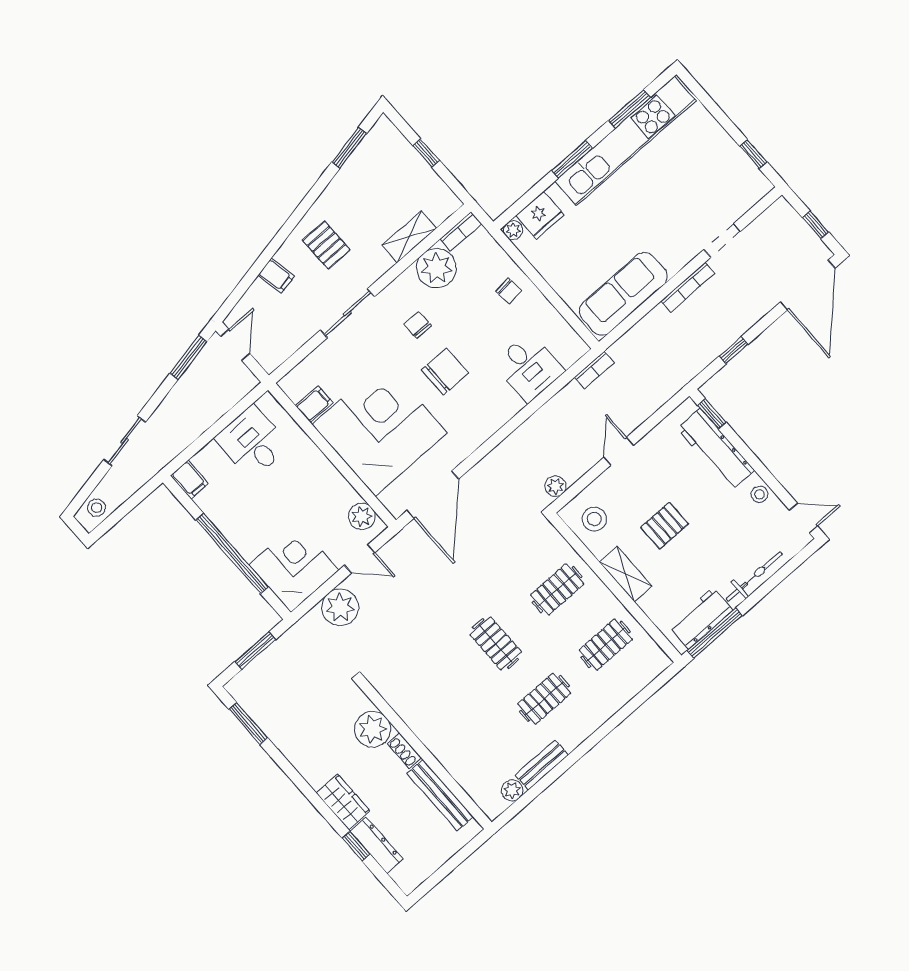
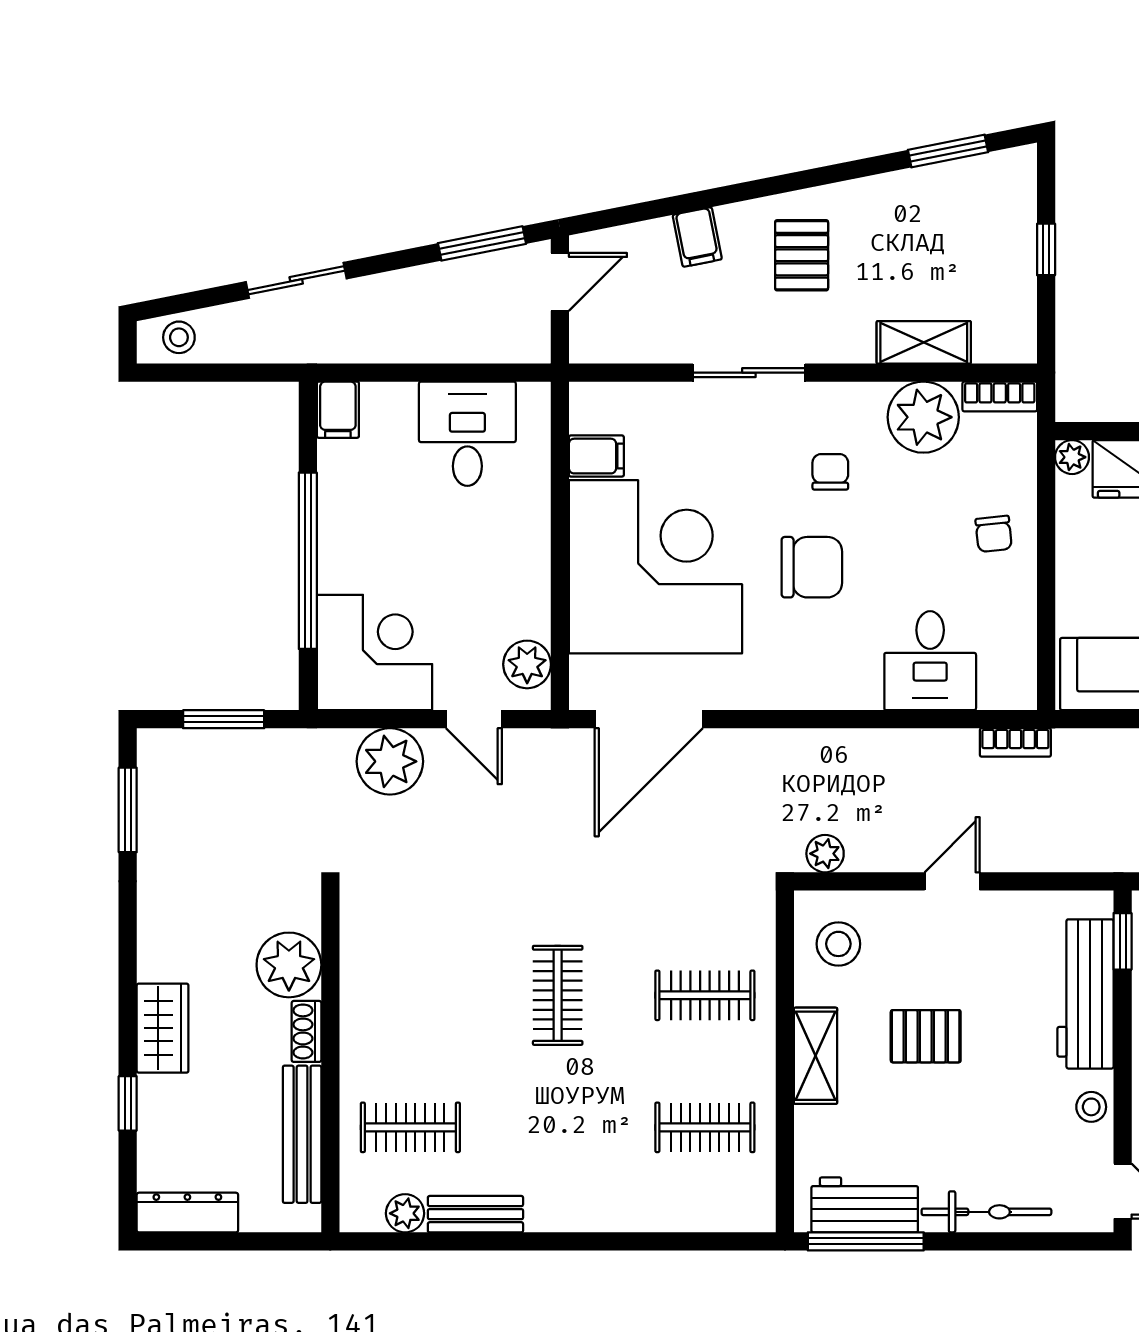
clothes rail: (544, 699) -> (410, 1127), moved
dresser: (377, 845) -> (187, 1213), moved, turned -90

